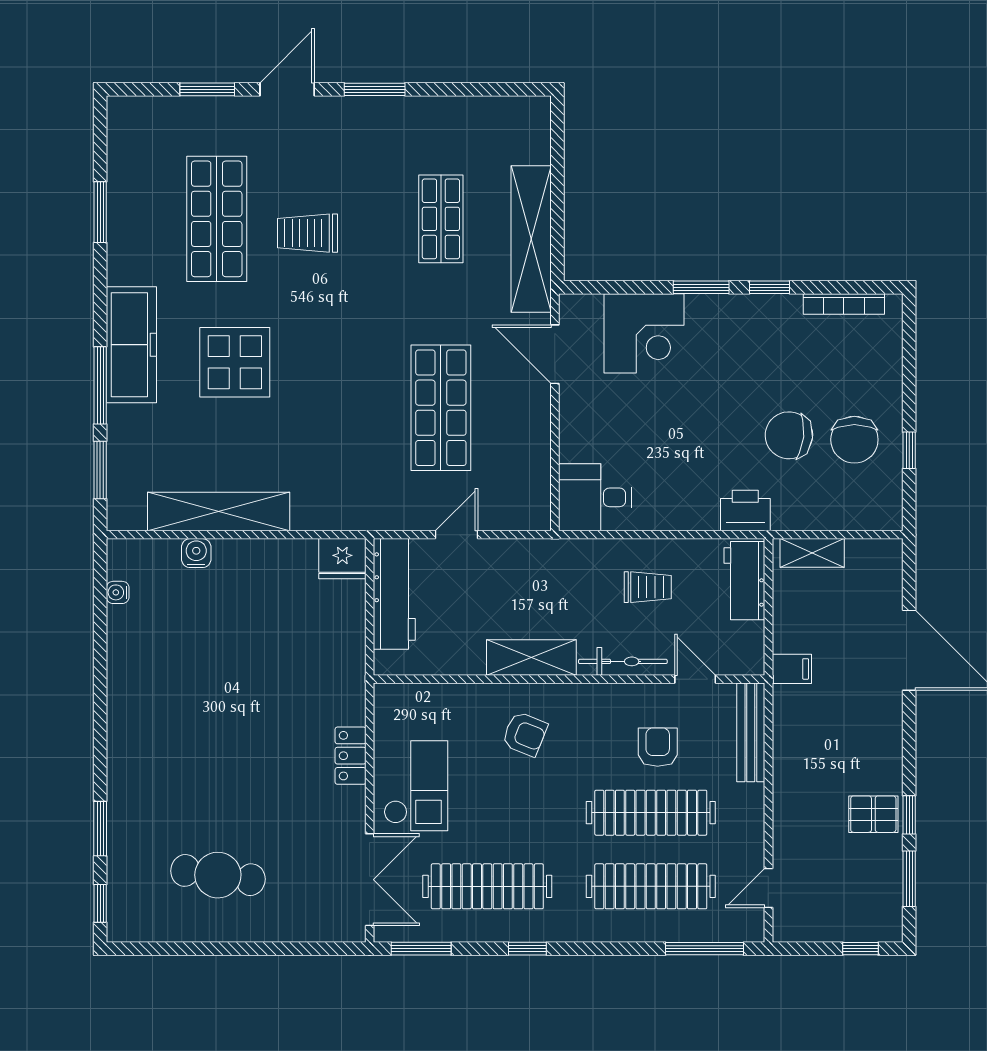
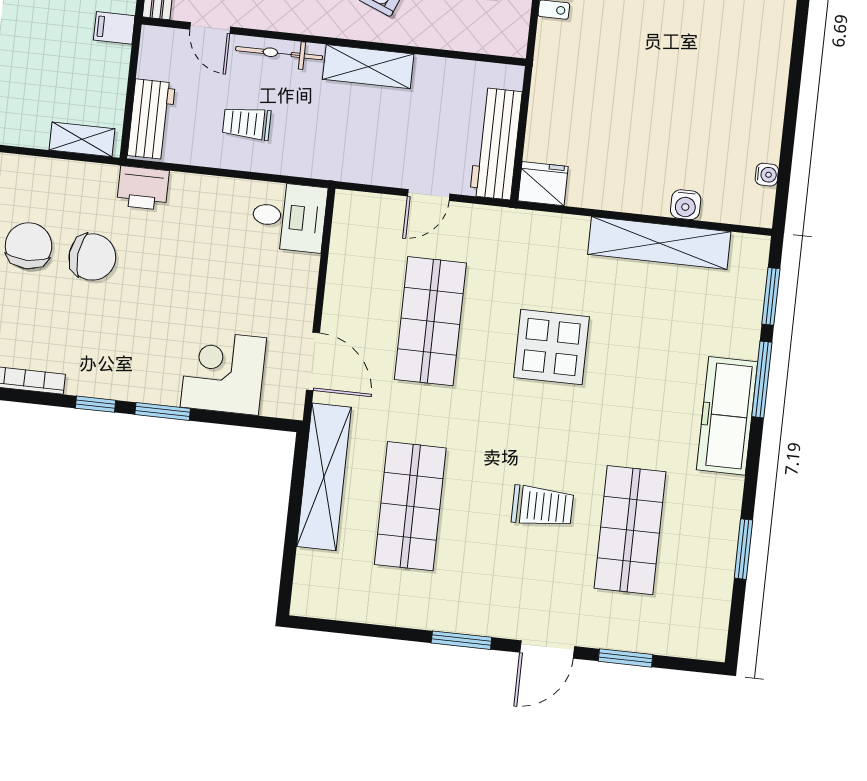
shop shelf: (441, 219) -> (410, 506), width x1.43, depth x1.36
display table: (235, 362) -> (551, 347), moved

